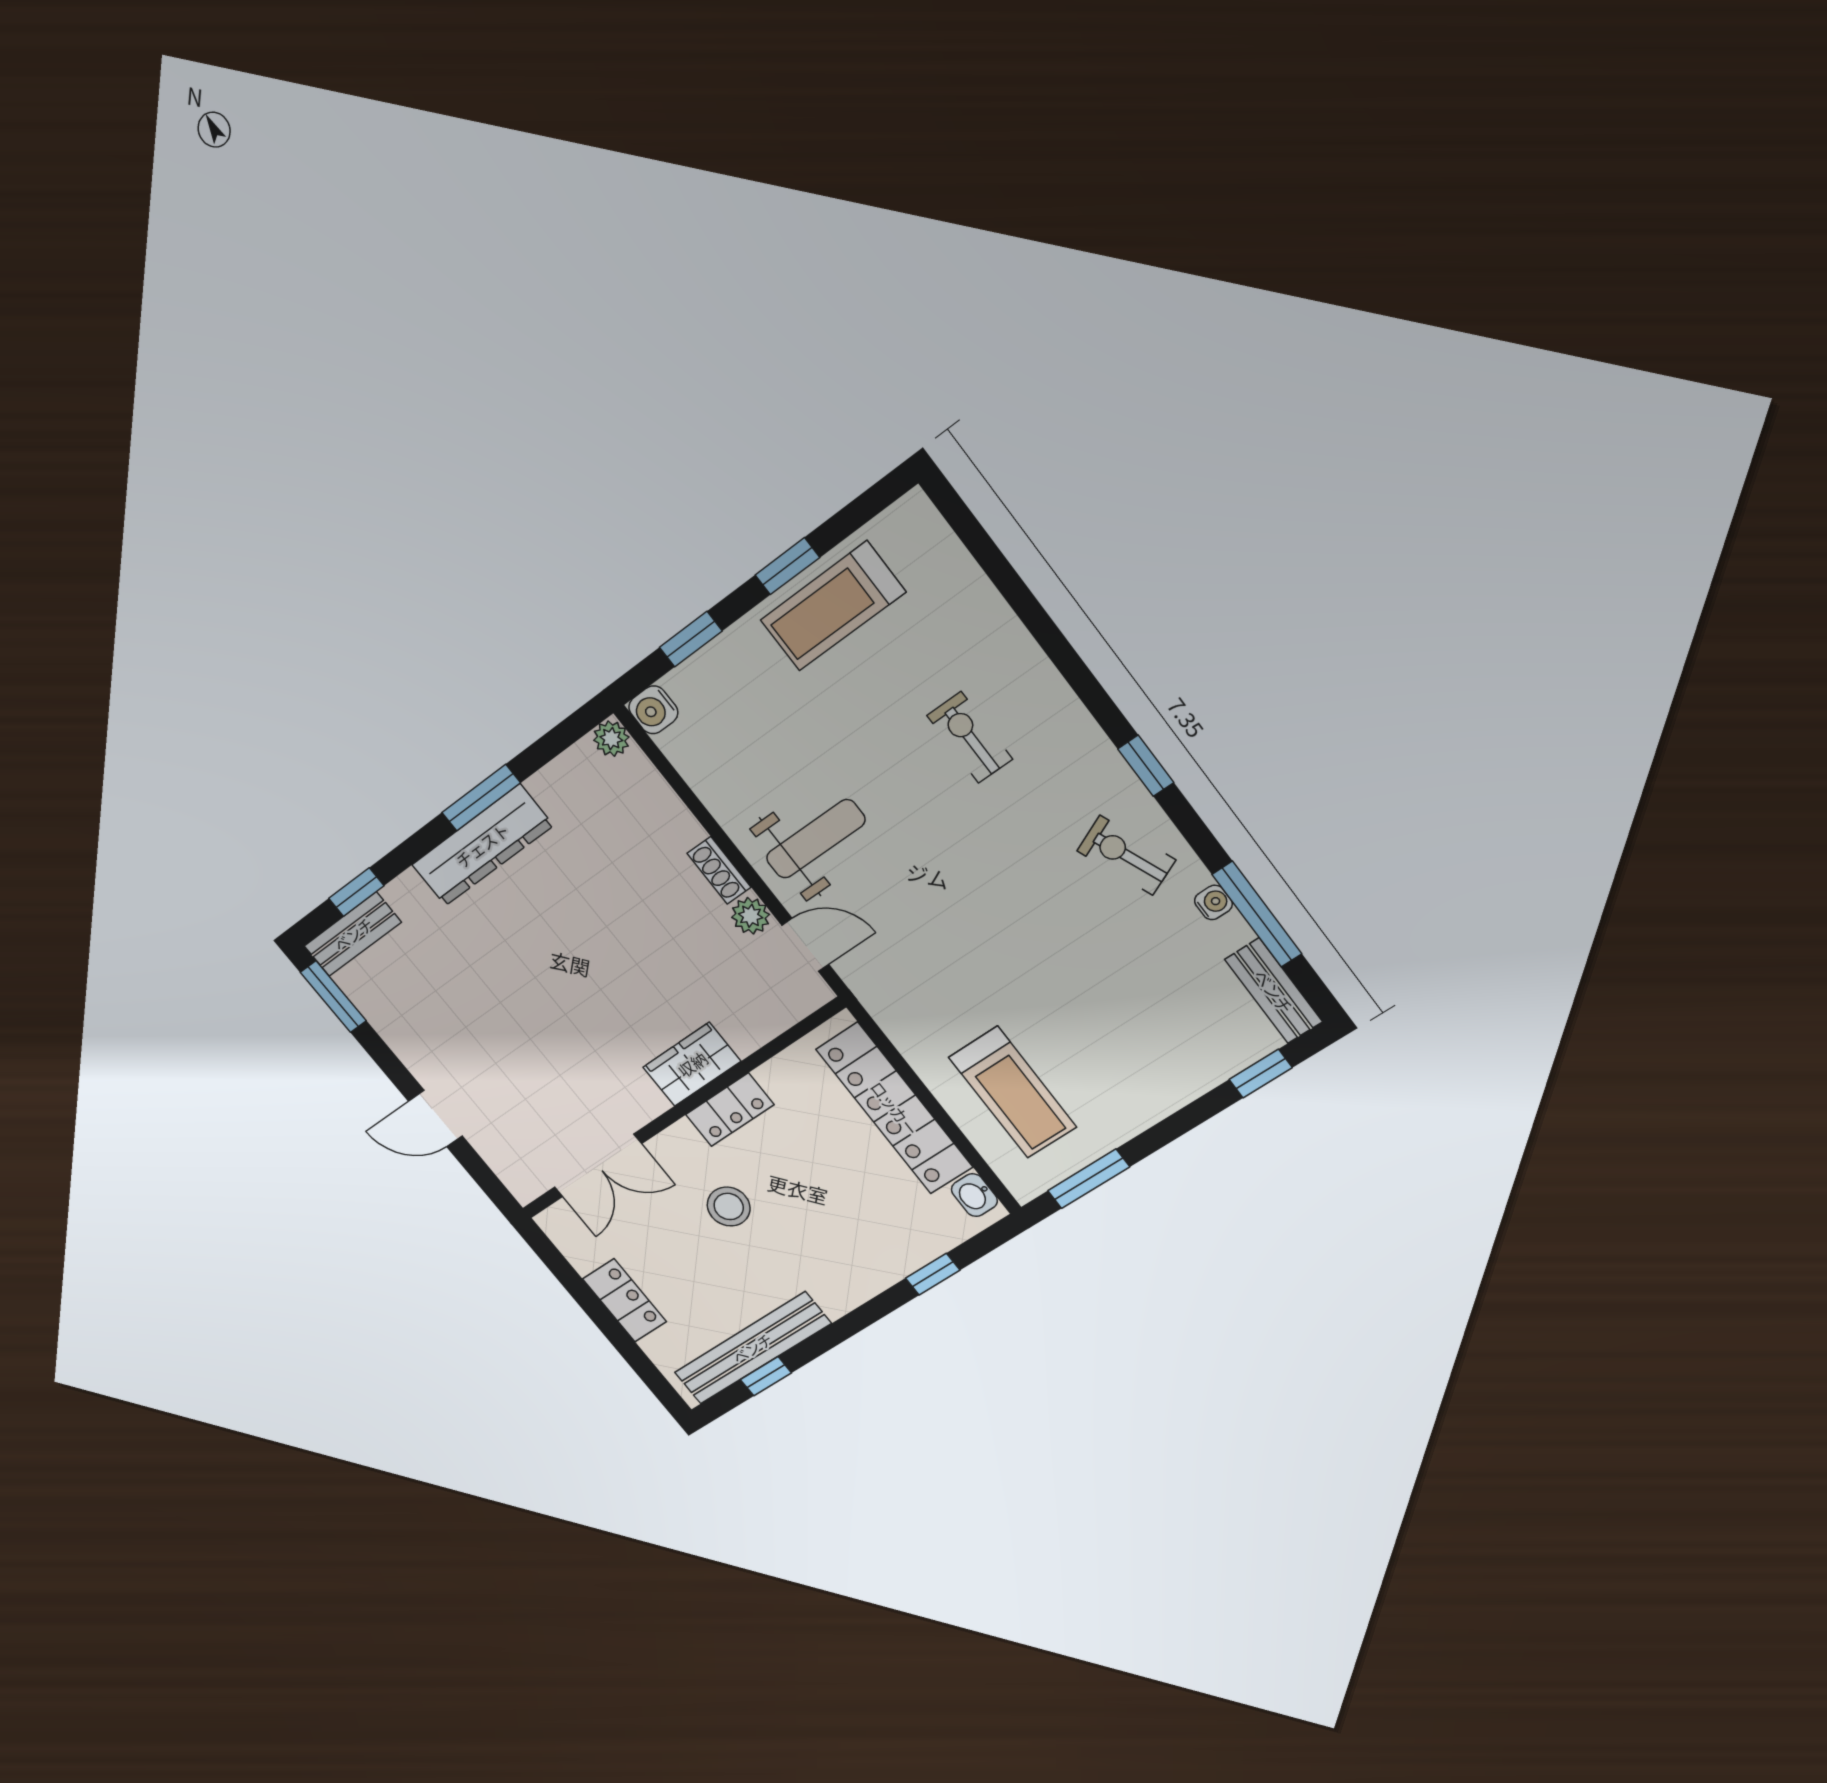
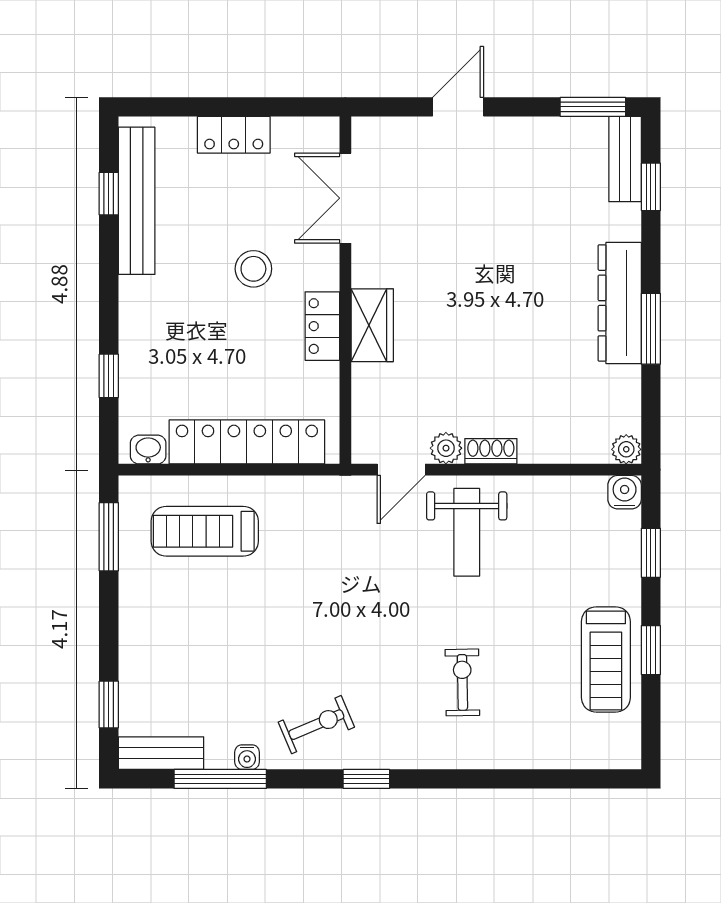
treadmill: (833, 606) -> (606, 659), turned 180
exercise bike: (970, 737) -> (462, 682), turned -91

